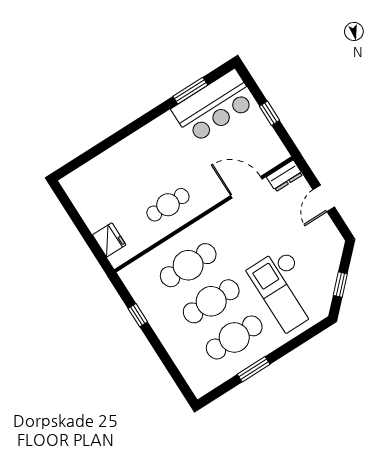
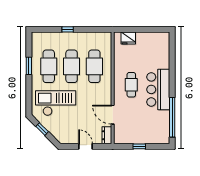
window: (190, 91) -> (172, 117), width x2.11
bar counter: (214, 106) -> (158, 89), moved
door: (246, 187) -> (113, 115), swing flipped
cafe table: (168, 205) -> (131, 85), moved
window: (138, 315) -> (68, 29), moved

